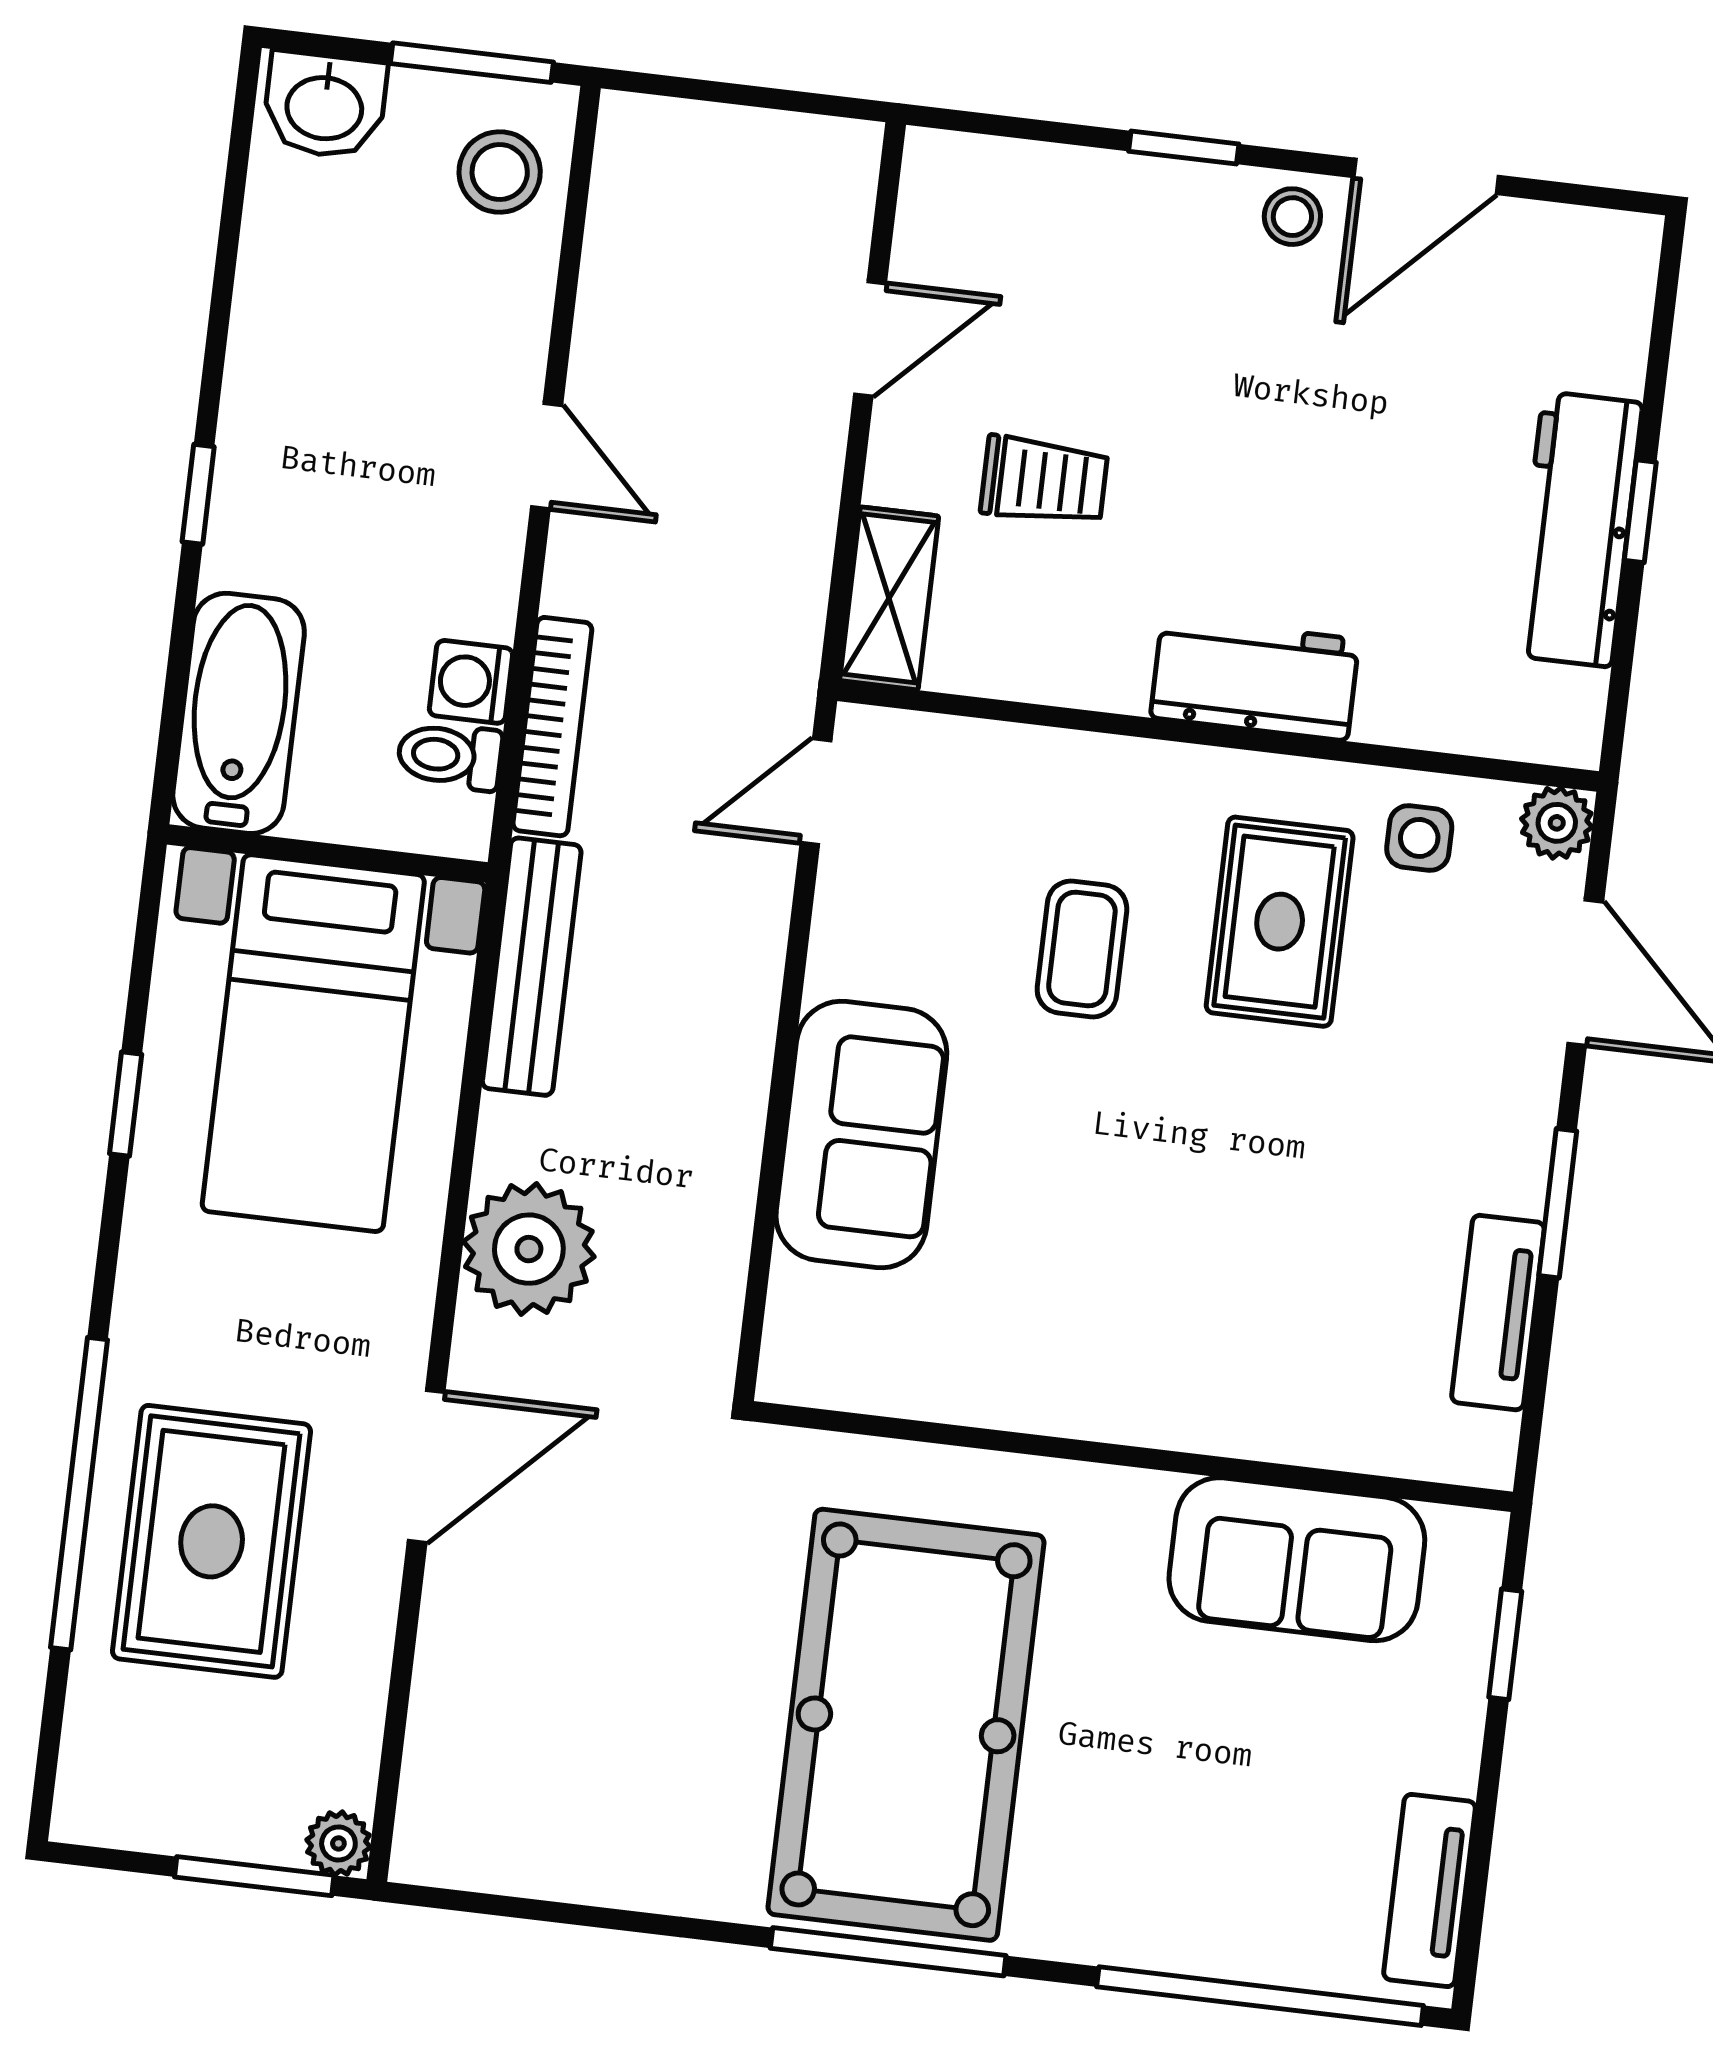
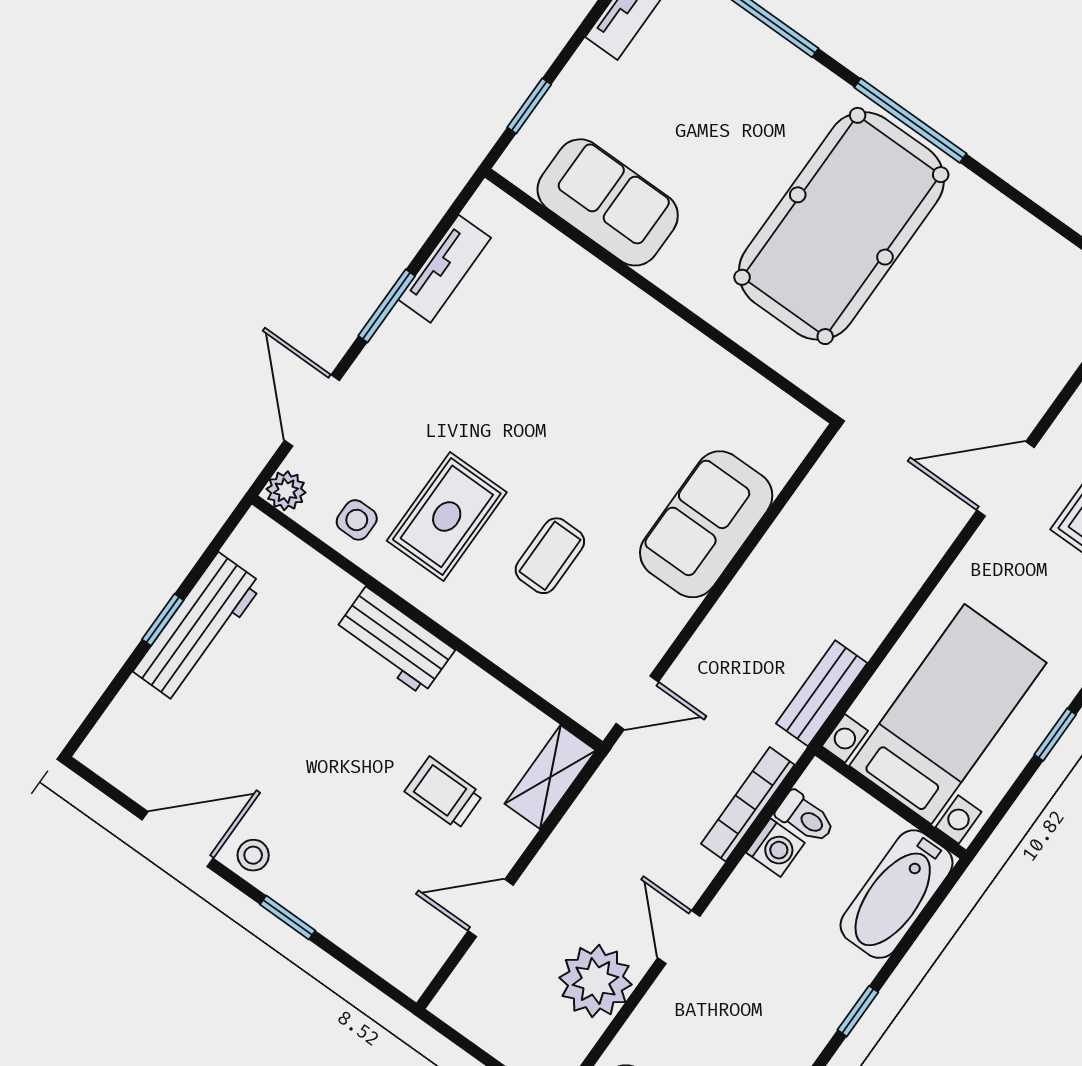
bench: (532, 967) -> (822, 693), width x0.73
plant: (529, 1249) -> (596, 981), moved

